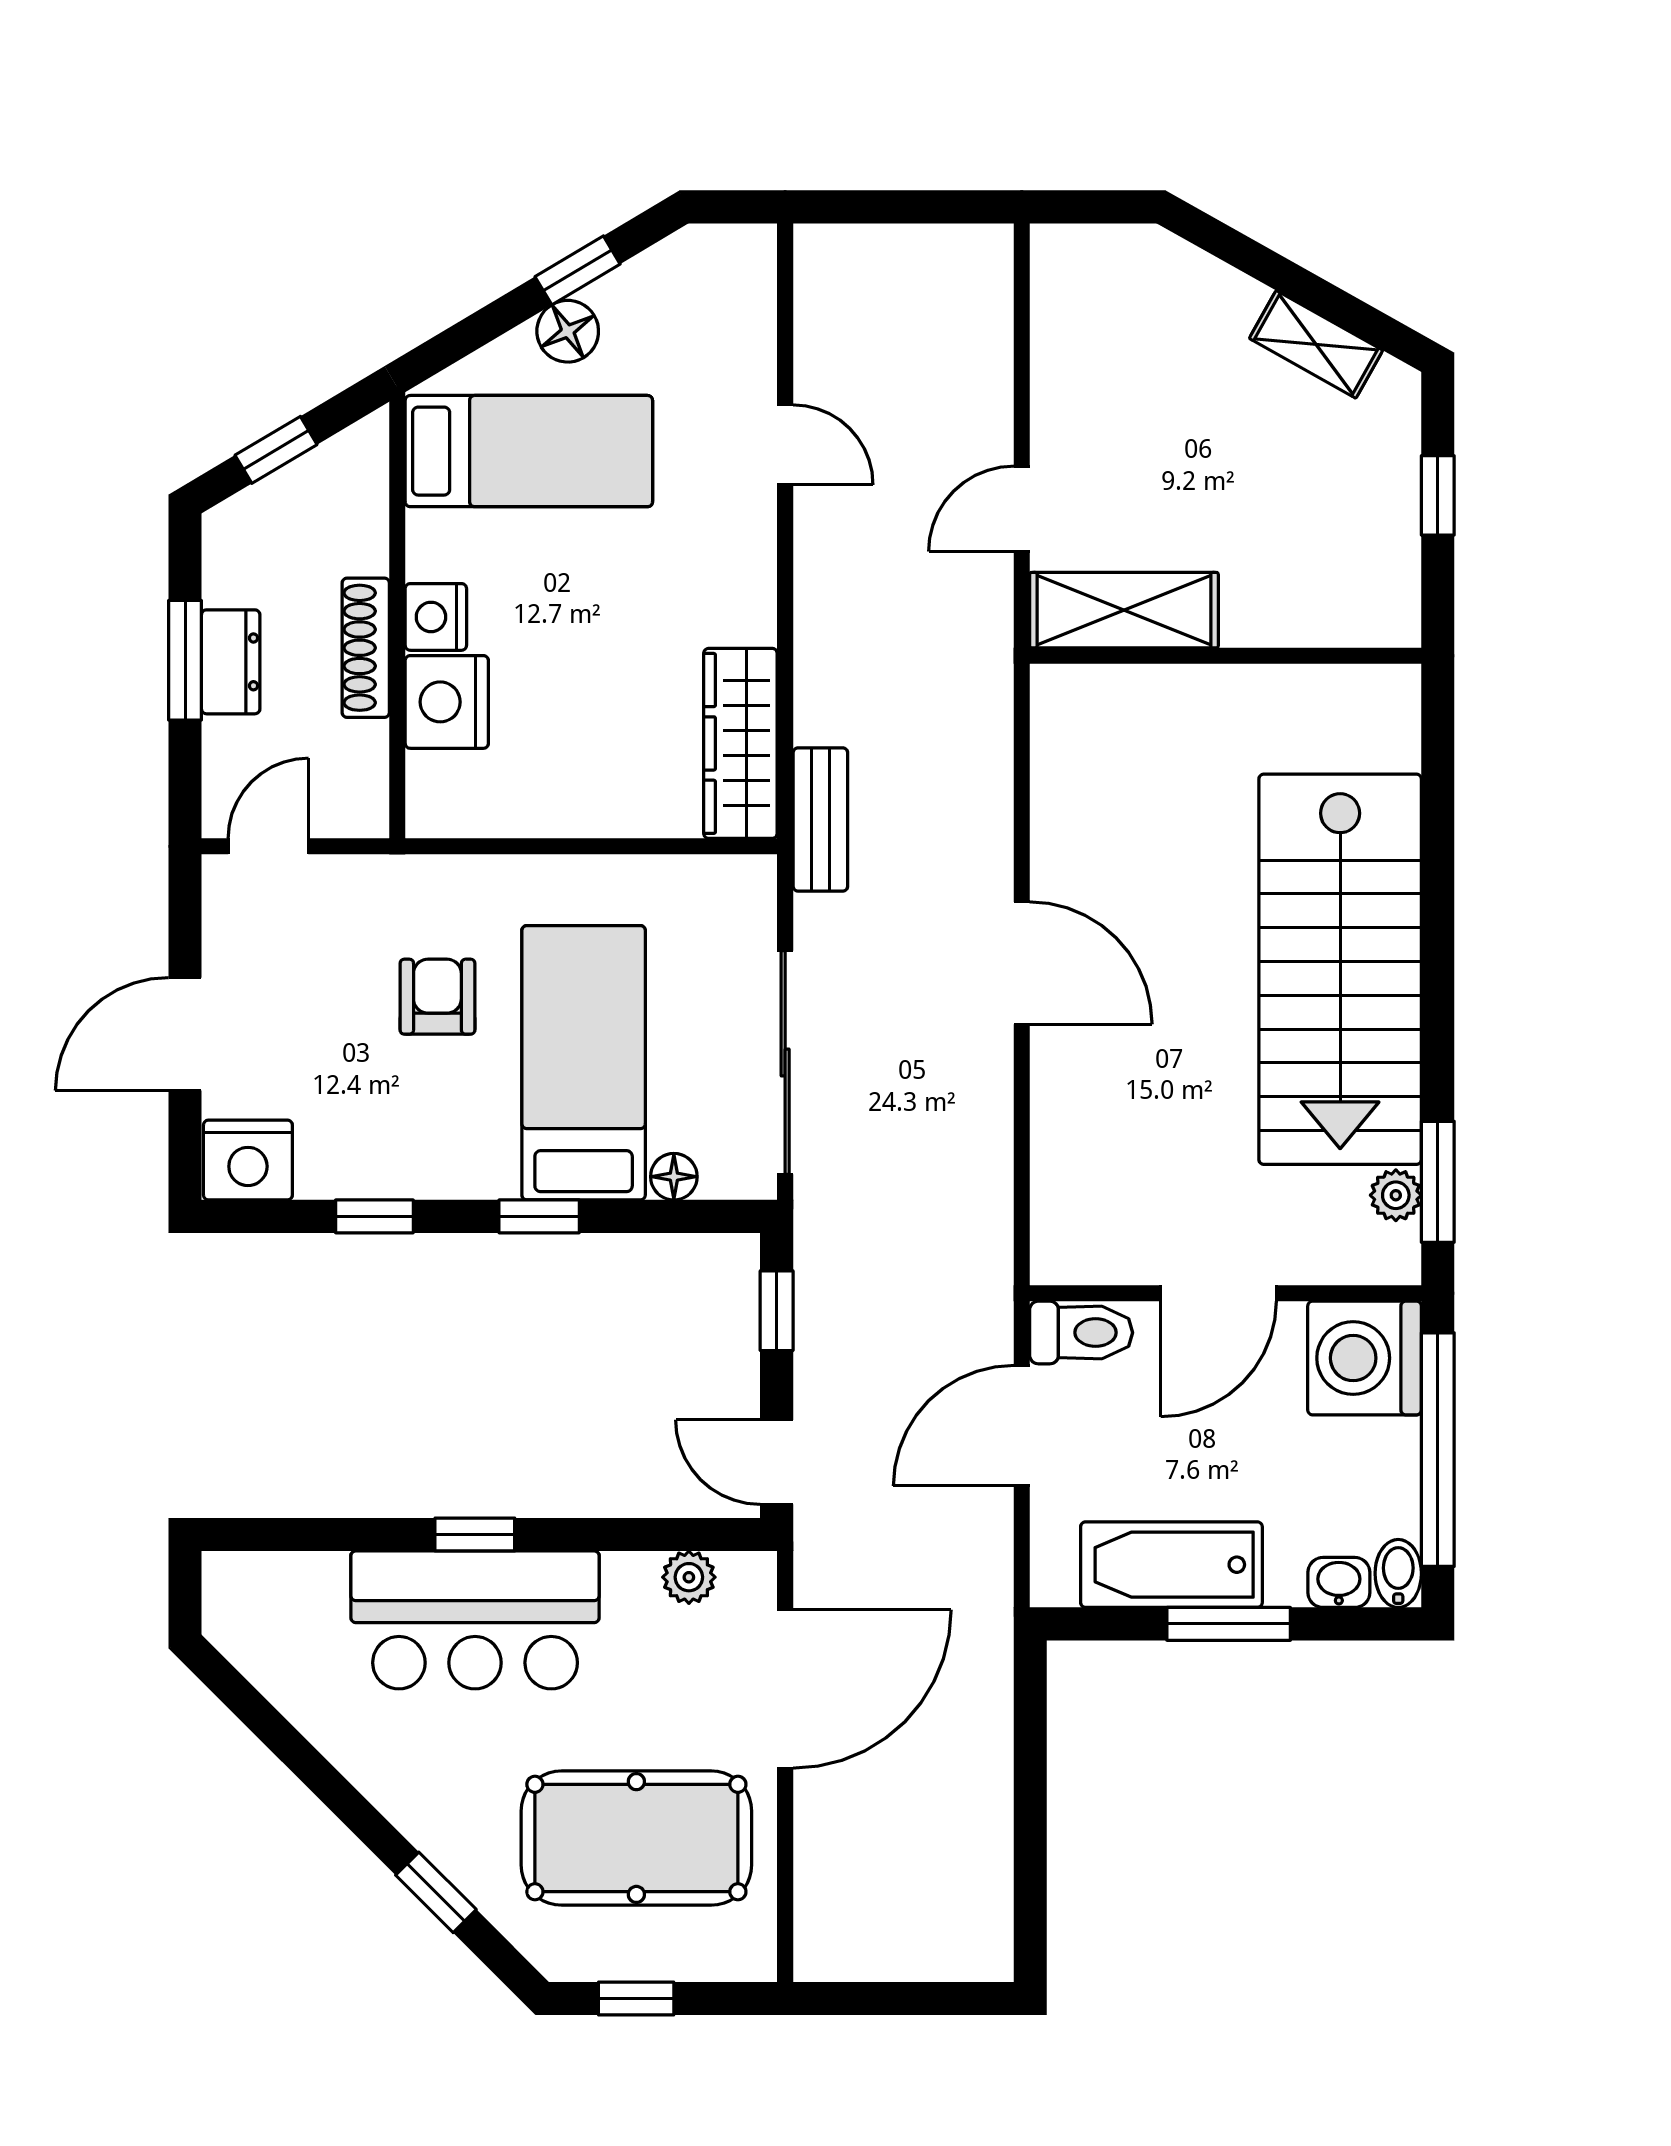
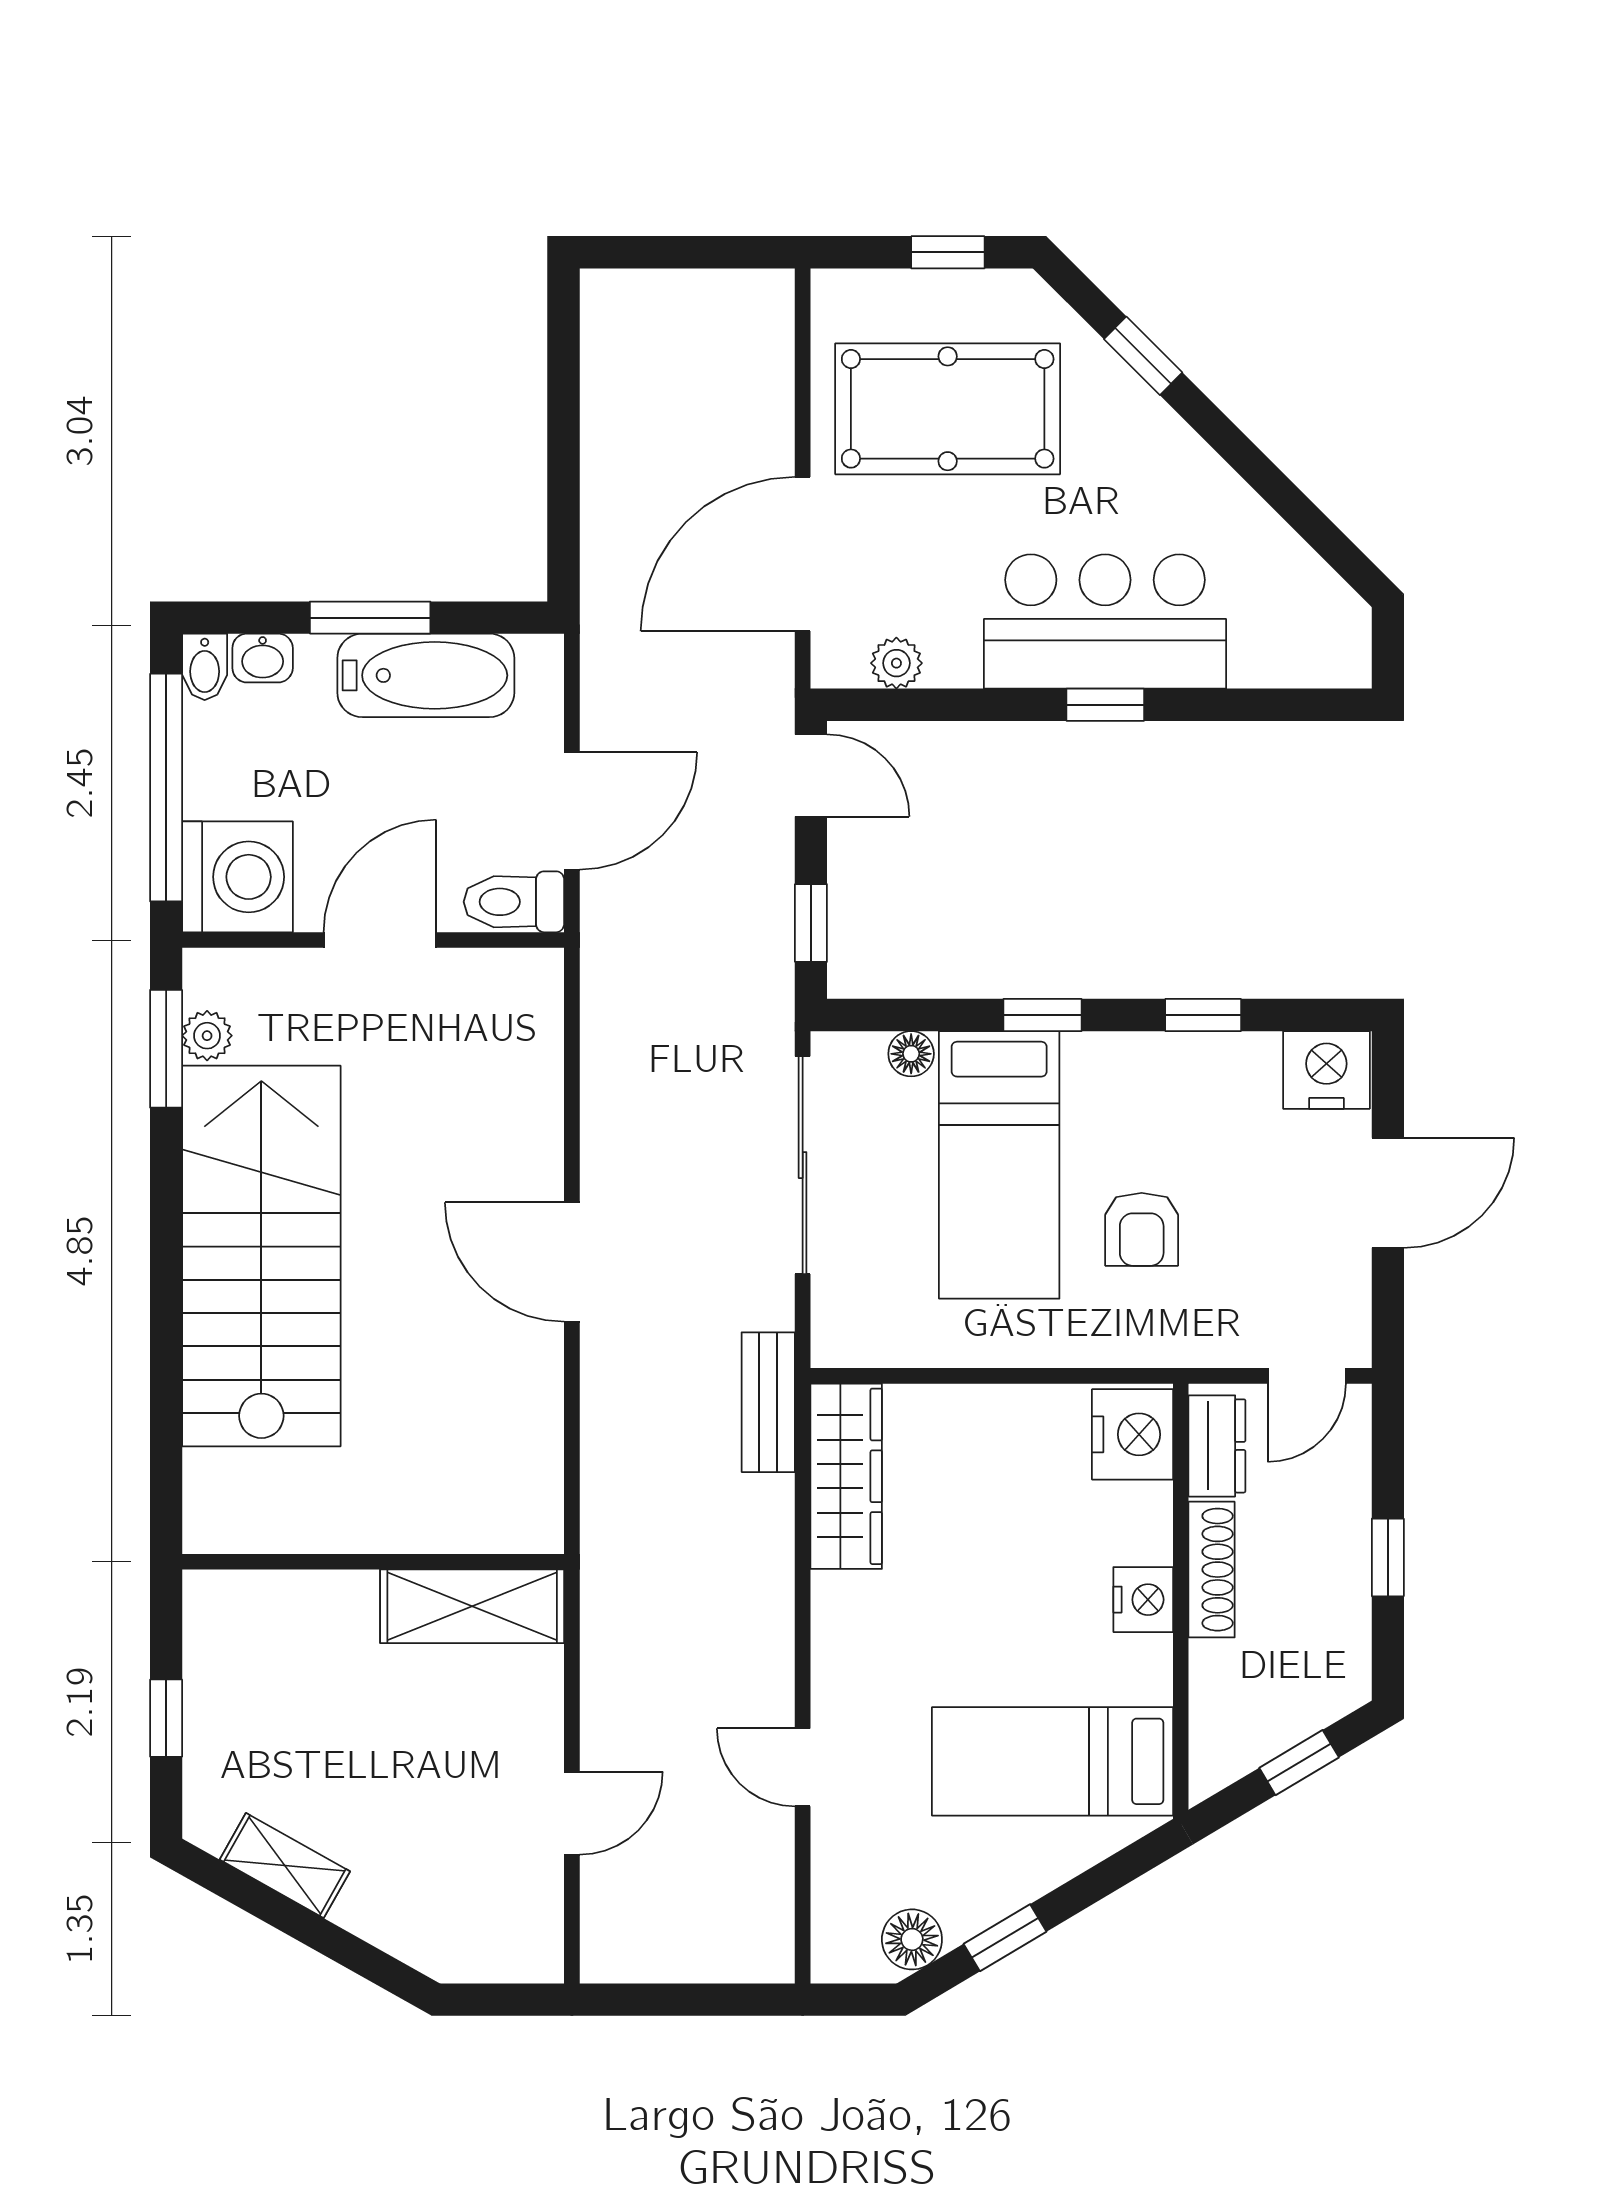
floor lamp: (568, 331) -> (912, 1939), moved
door: (1022, 509) -> (572, 1813), moved
window: (185, 660) -> (1388, 1557), width x0.67
dresser: (231, 662) -> (1217, 1446), moved, turned 180
nightstand: (447, 702) -> (1133, 1434), moved

